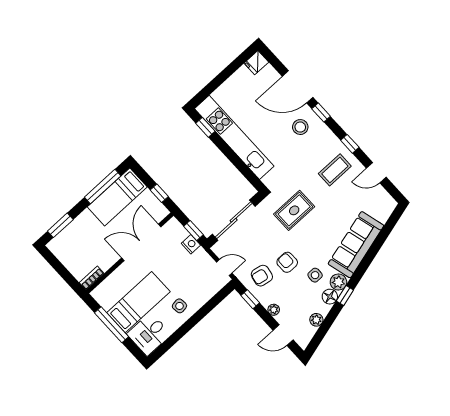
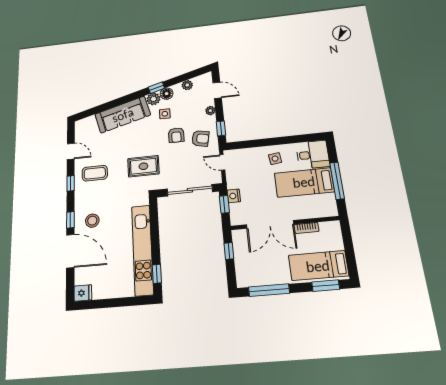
bed: (117, 197) -> (318, 266), moved, turned 180
bookcase: (92, 278) -> (306, 228), moved

